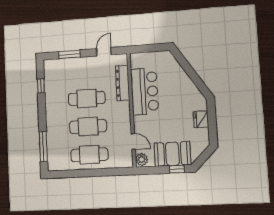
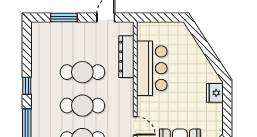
window: (41, 86) -> (27, 86), moved
fridge: (201, 119) -> (215, 93), moved

